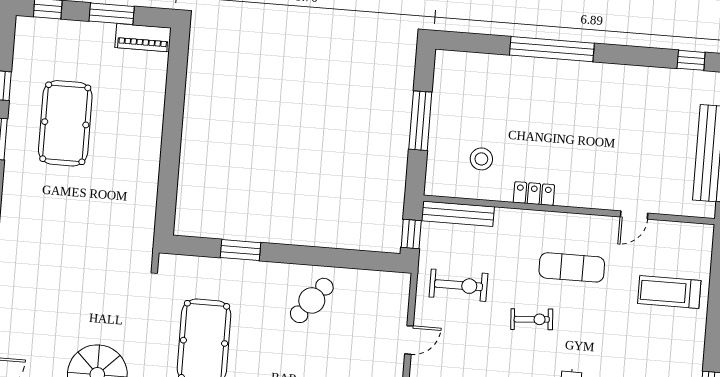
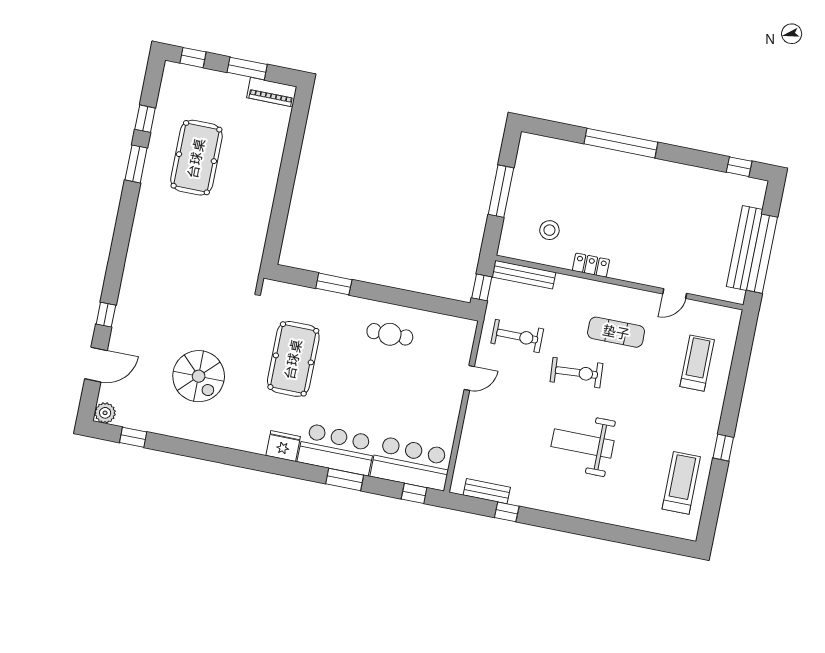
treadmill: (669, 292) -> (697, 363), turned 90
cafe table: (312, 300) -> (390, 334), turned 52
exercise bike: (532, 319) -> (576, 373), width x1.38, depth x1.39

